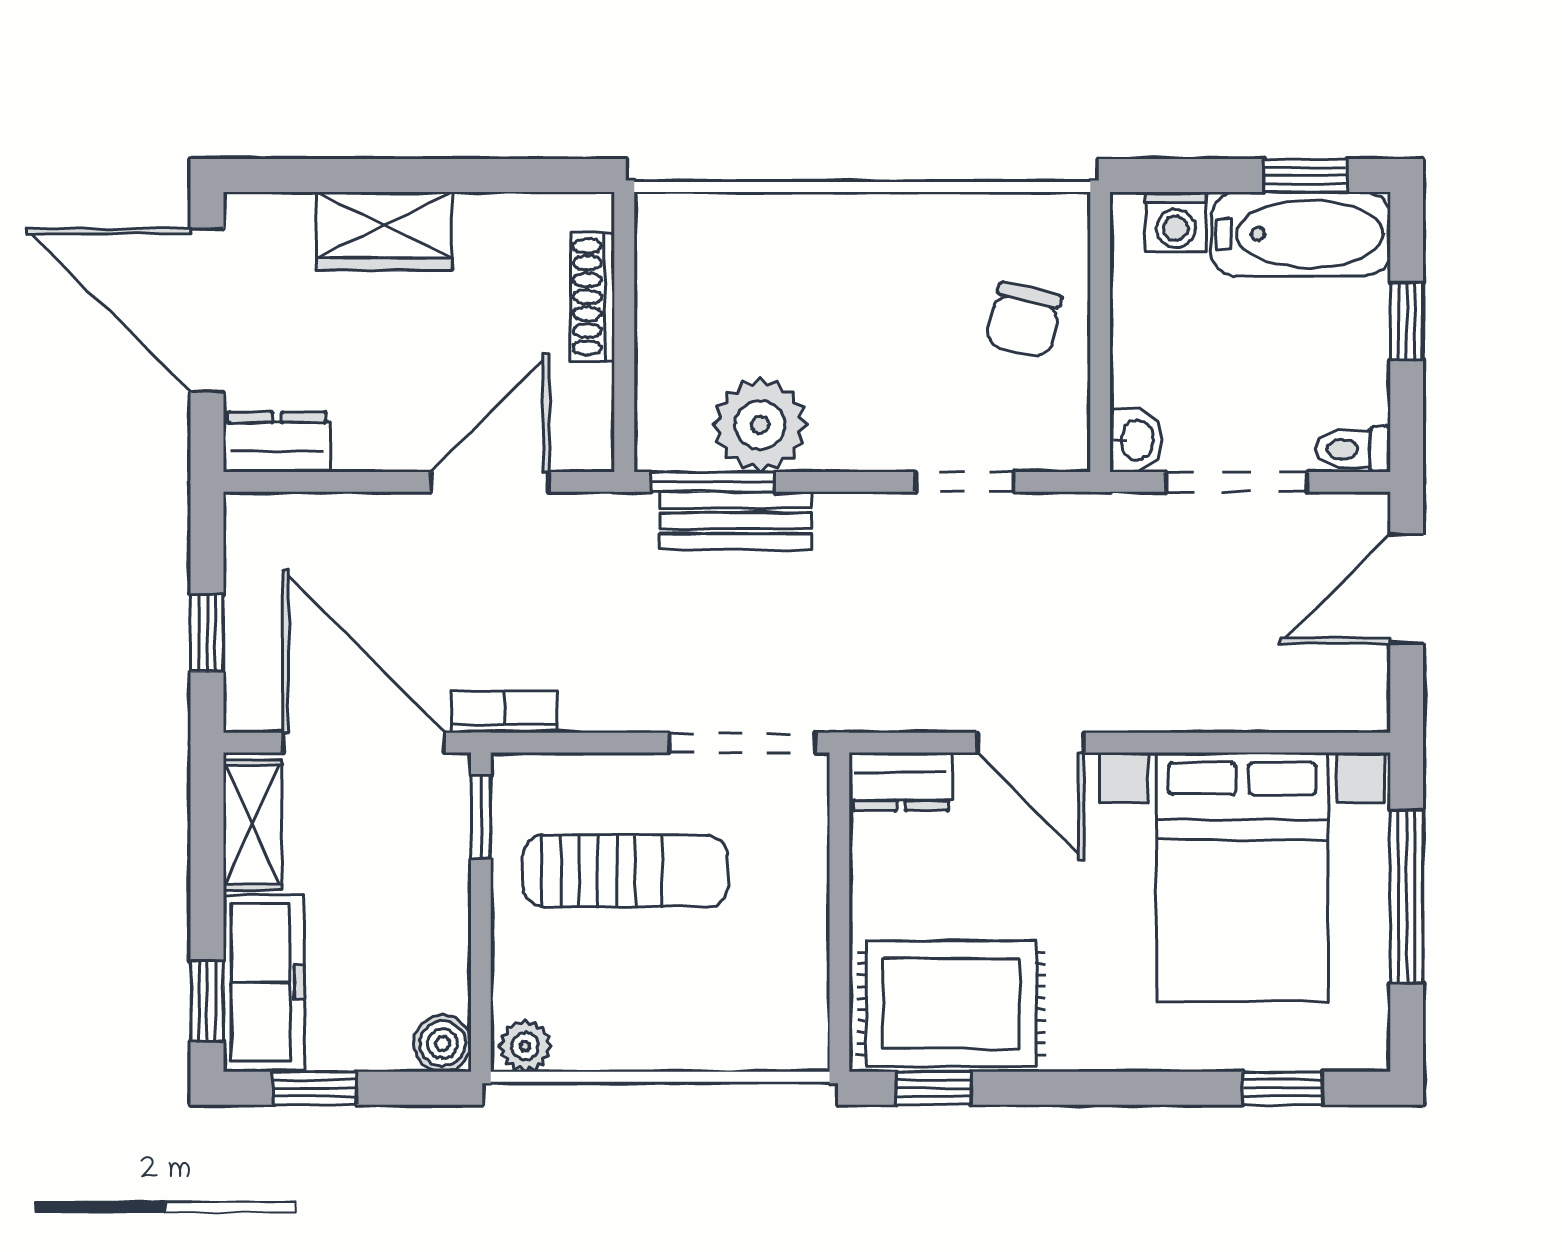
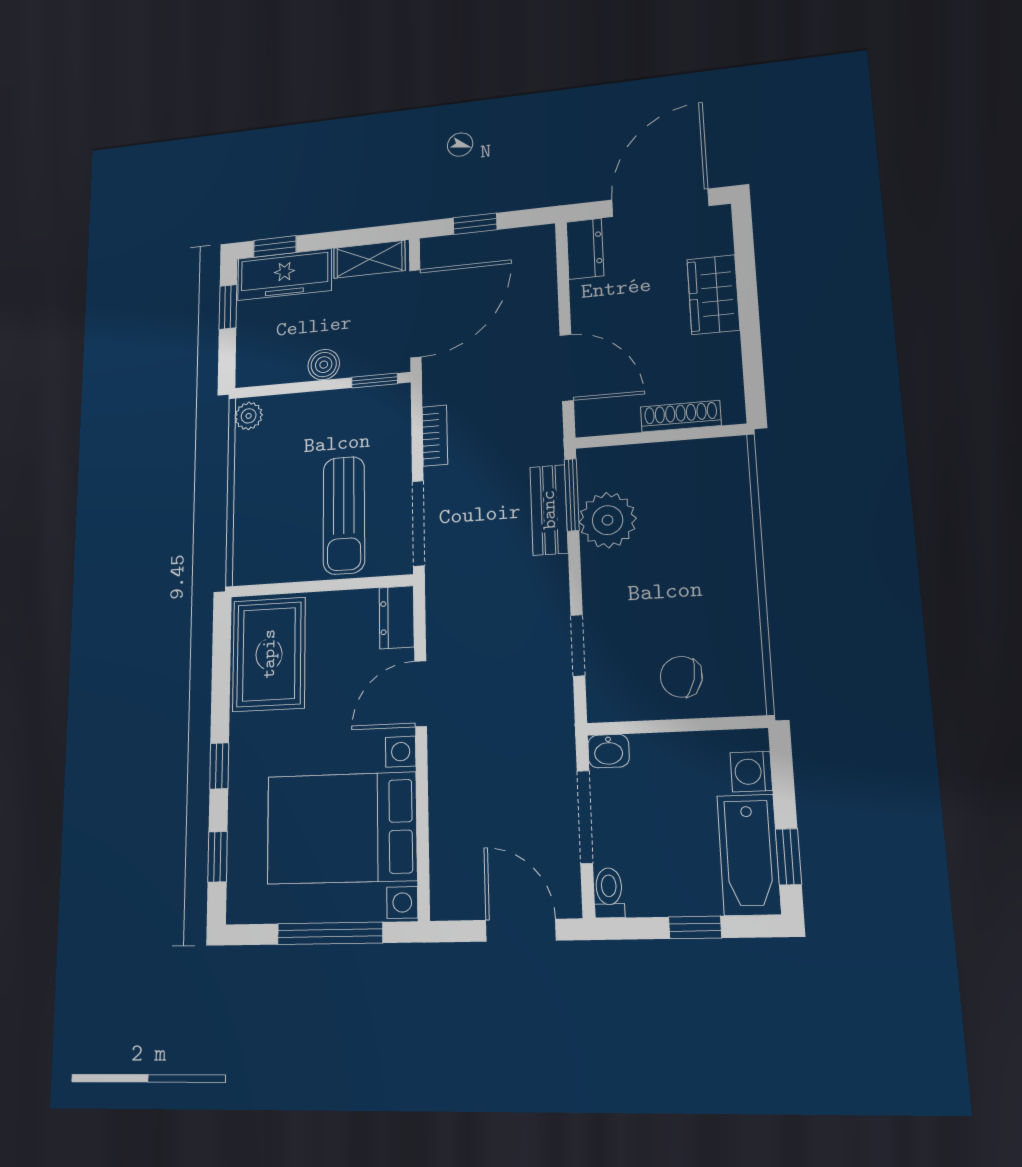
bookcase: (505, 712) -> (435, 436), moved
sun lounger: (625, 871) -> (344, 515), moved
boiler: (443, 1044) -> (324, 365), moved
window: (933, 1088) -> (219, 766), moved

